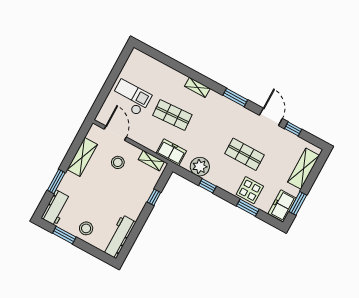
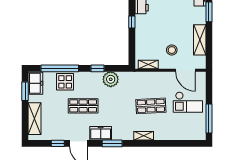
window: (118, 68) -> (209, 119), added
freezer: (171, 152) -> (101, 133), moved, turned 180
window: (154, 197) -> (132, 22), moved
window: (248, 208) -> (60, 68), width x2.11

